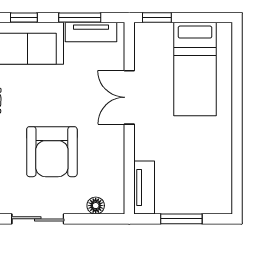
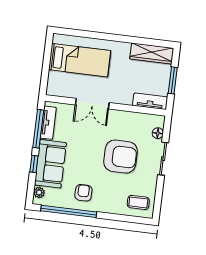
window: (80, 18) -> (38, 129), width x1.44
window: (157, 18) -> (44, 80), removed
wardrobe: (219, 181) -> (152, 53), added
sliding door: (38, 219) -> (163, 159), moved

